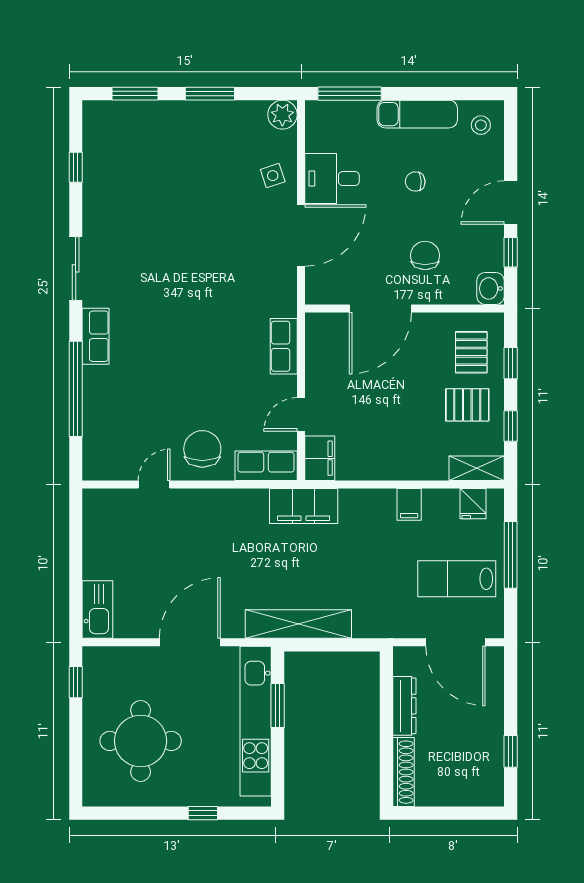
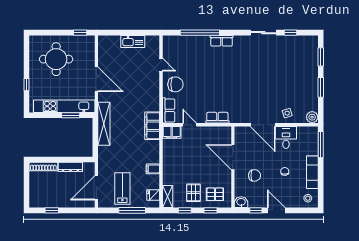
sliding door: (76, 268) -> (263, 33), moved
kitchen sink: (97, 610) -> (133, 42), moved

